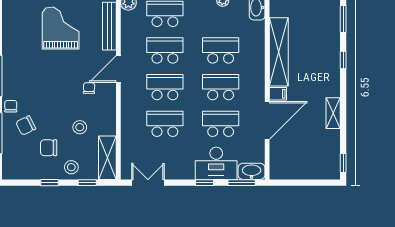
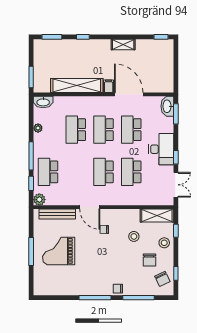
school desk: (165, 50) -> (76, 172), removed
chair: (26, 126) -> (162, 279), moved
desk: (216, 163) -> (161, 149), moved
window: (50, 183) -> (176, 273), moved
double door: (148, 183) -> (176, 185), swing flipped
window: (205, 183) -> (176, 157), moved

